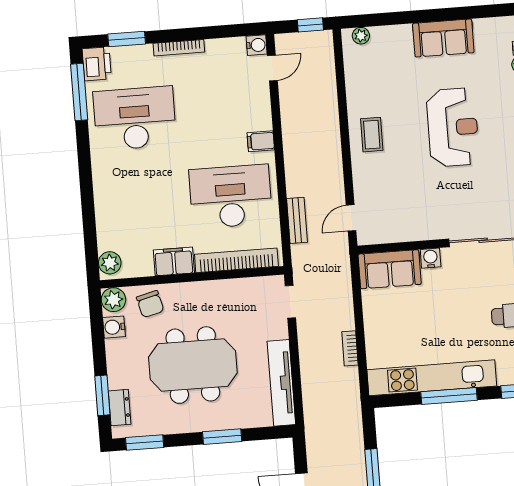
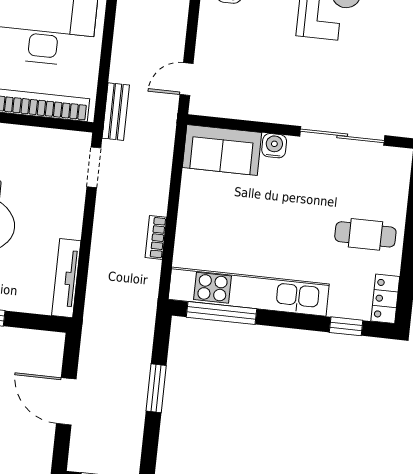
bench: (297, 220) -> (116, 112), moved
tv unit: (281, 383) -> (66, 278), width x0.73, depth x0.78
window: (449, 396) -> (222, 313), moved

